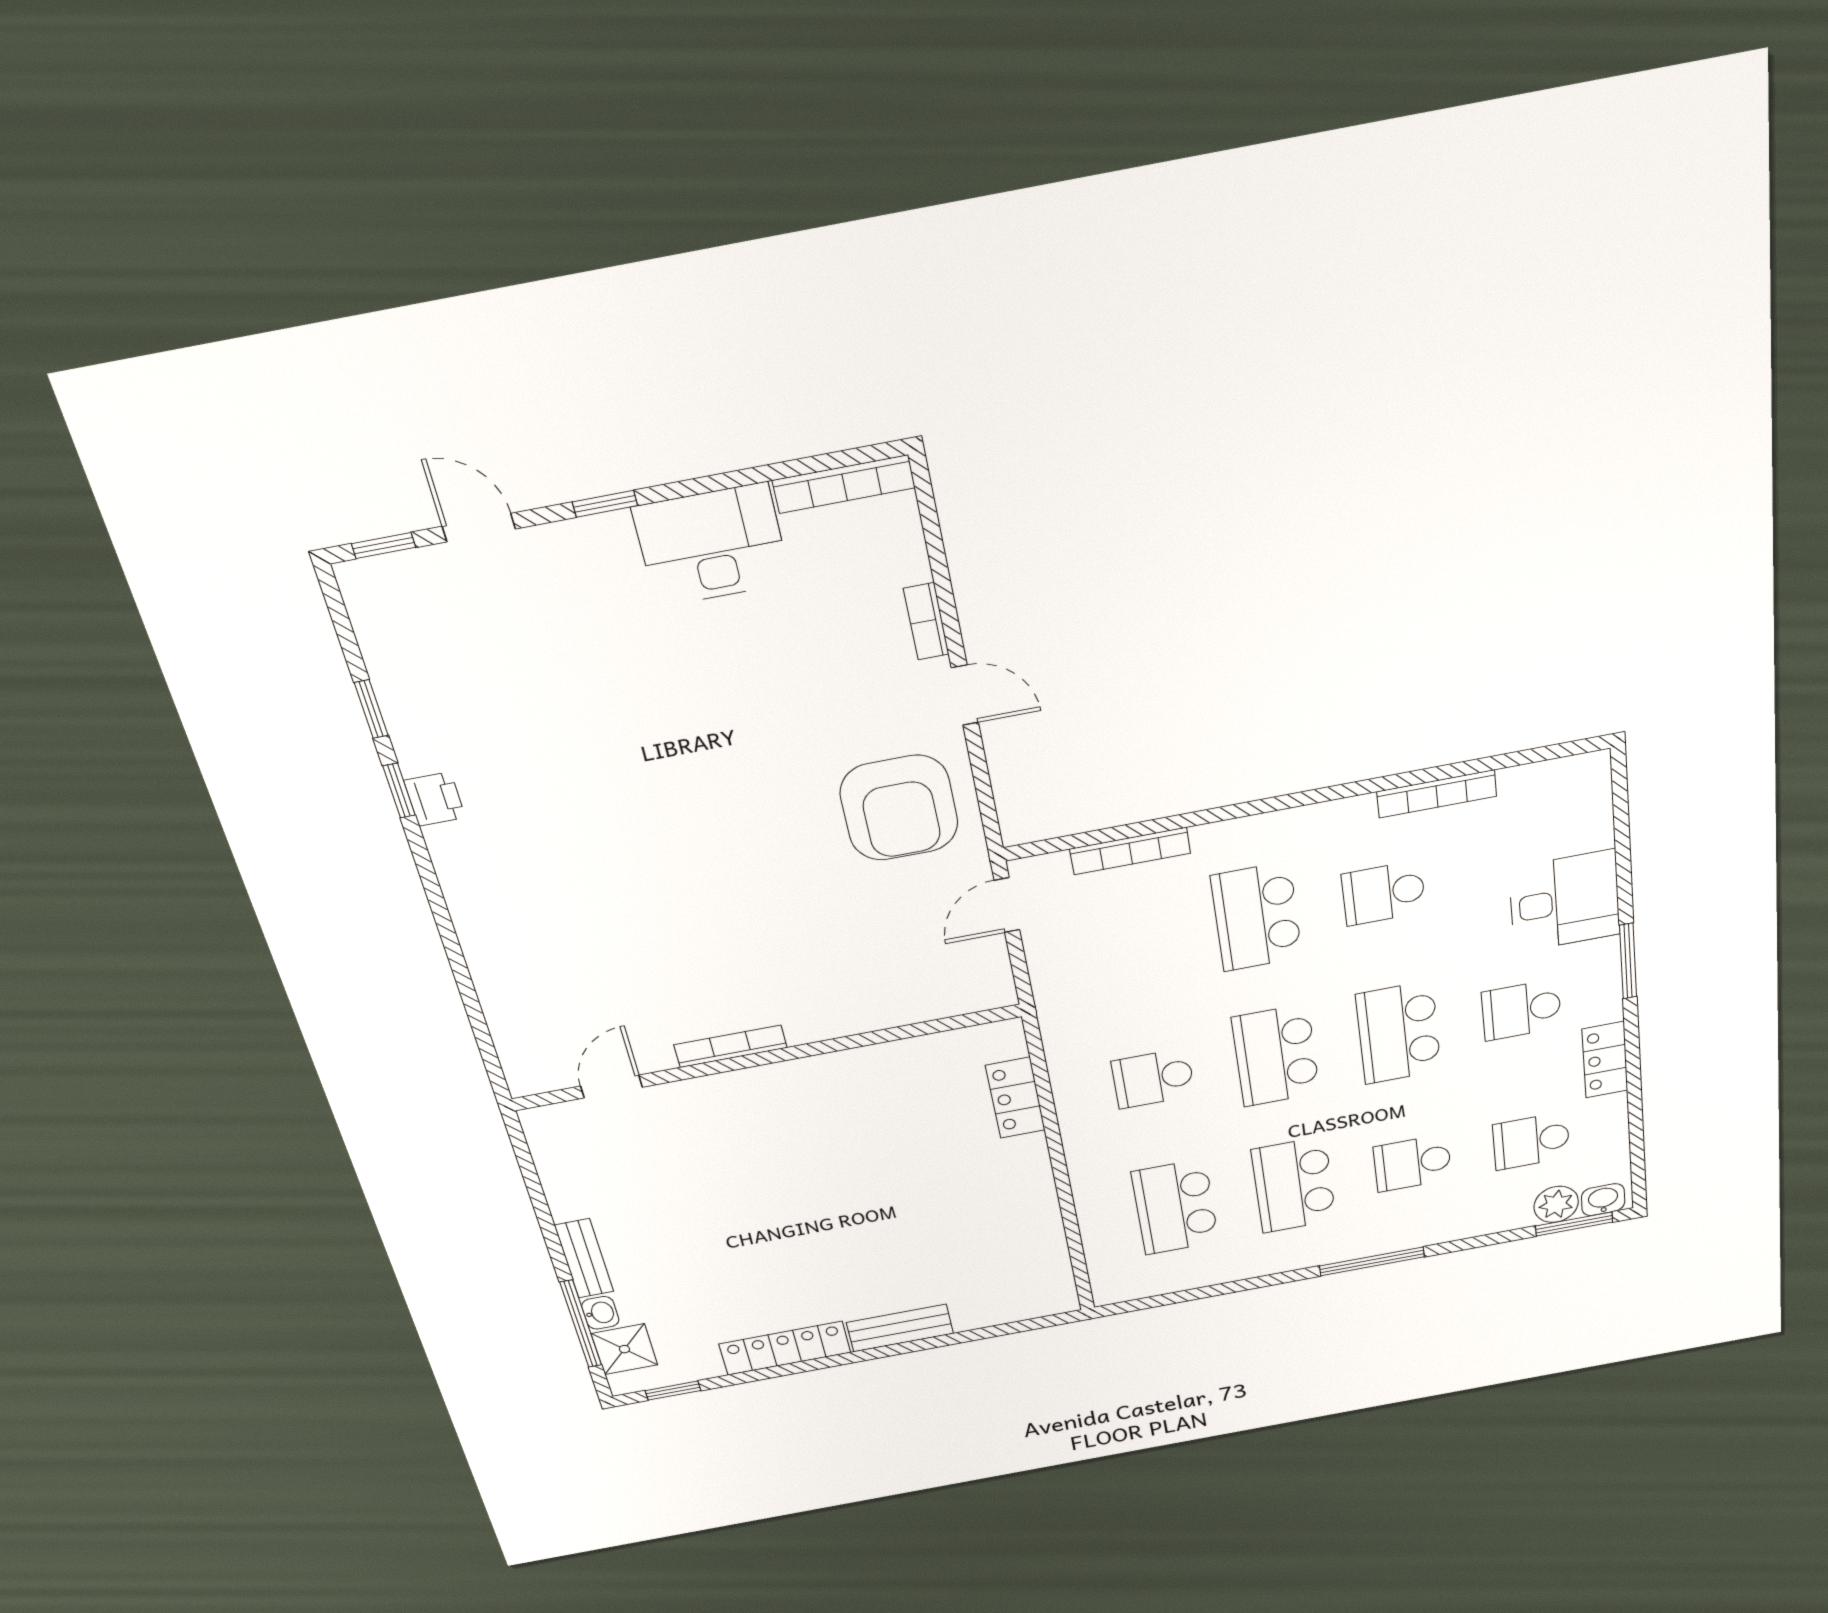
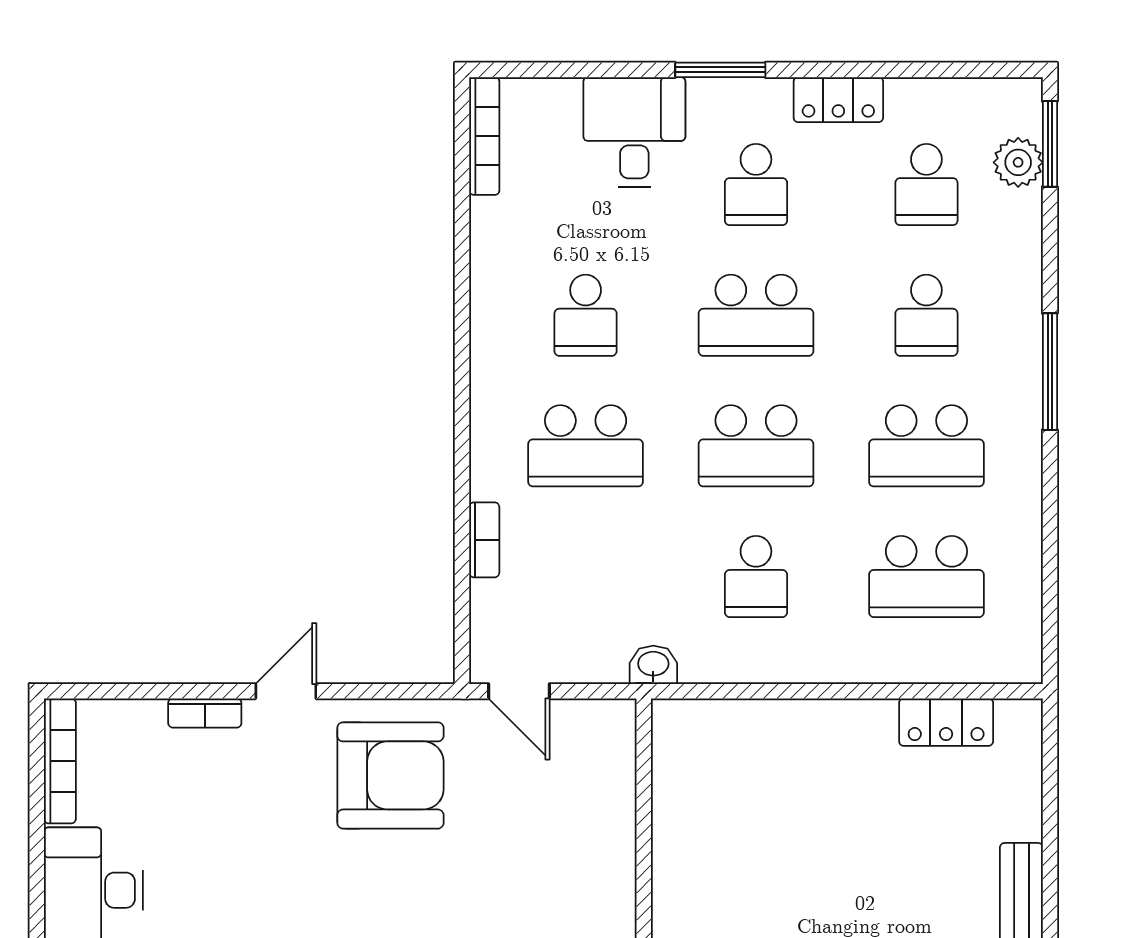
bookcase: (1437, 794) -> (484, 136), moved
bookcase: (1130, 851) -> (484, 540), width x0.64
locker: (1015, 1098) -> (946, 722), moved
washbasin: (1603, 1200) -> (653, 665), moved, turned 90

